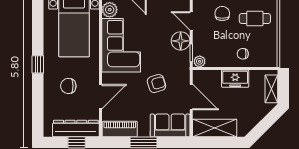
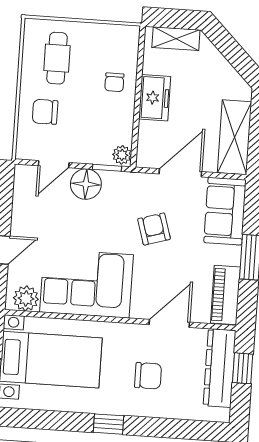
chair: (68, 86) -> (148, 376), turned -90
door: (101, 97) -> (169, 323), hinge flipped

